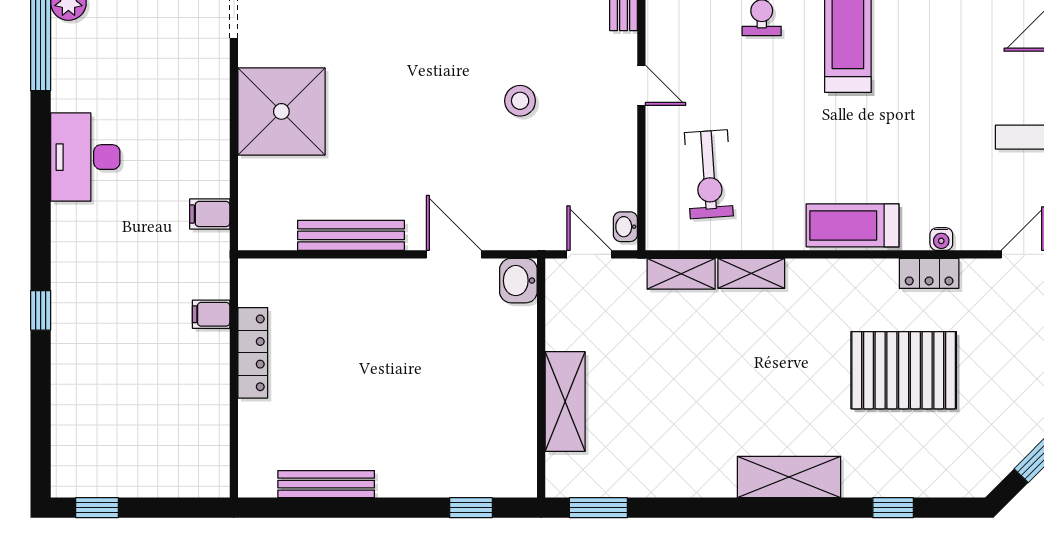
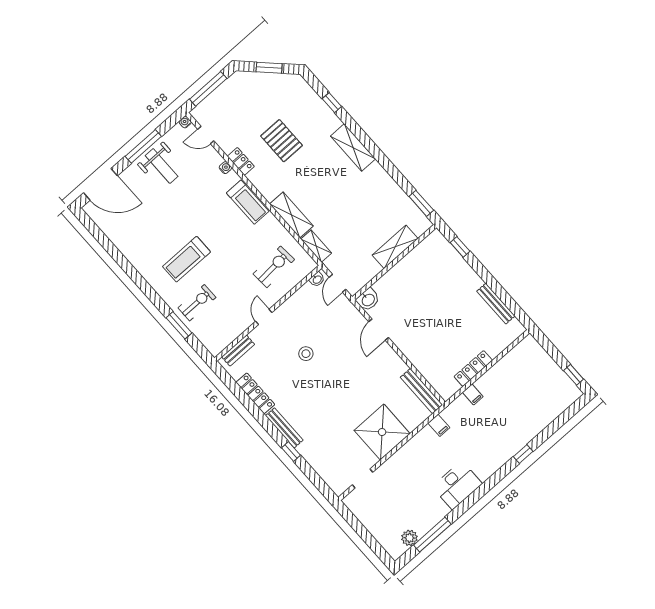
bench: (351, 235) -> (421, 391), moved
shelving: (751, 273) -> (291, 215), width x1.50, depth x1.33
pallet: (904, 370) -> (282, 141), width x0.73, depth x0.71

